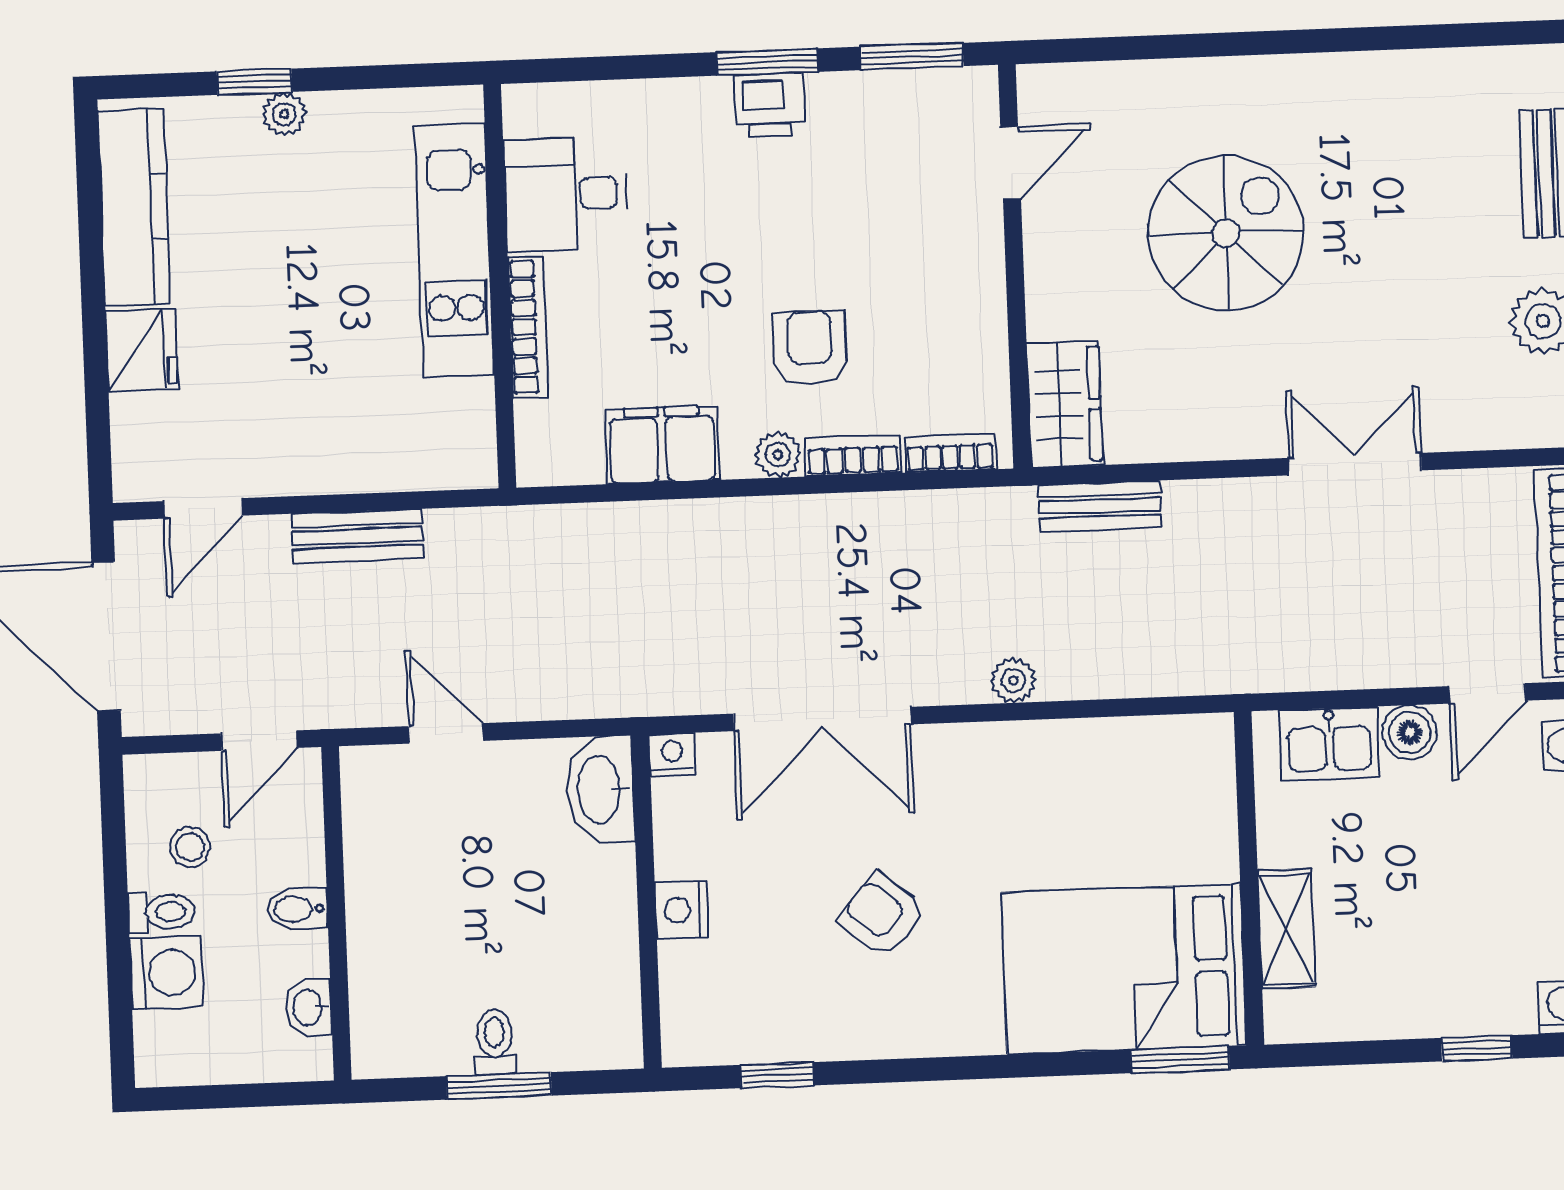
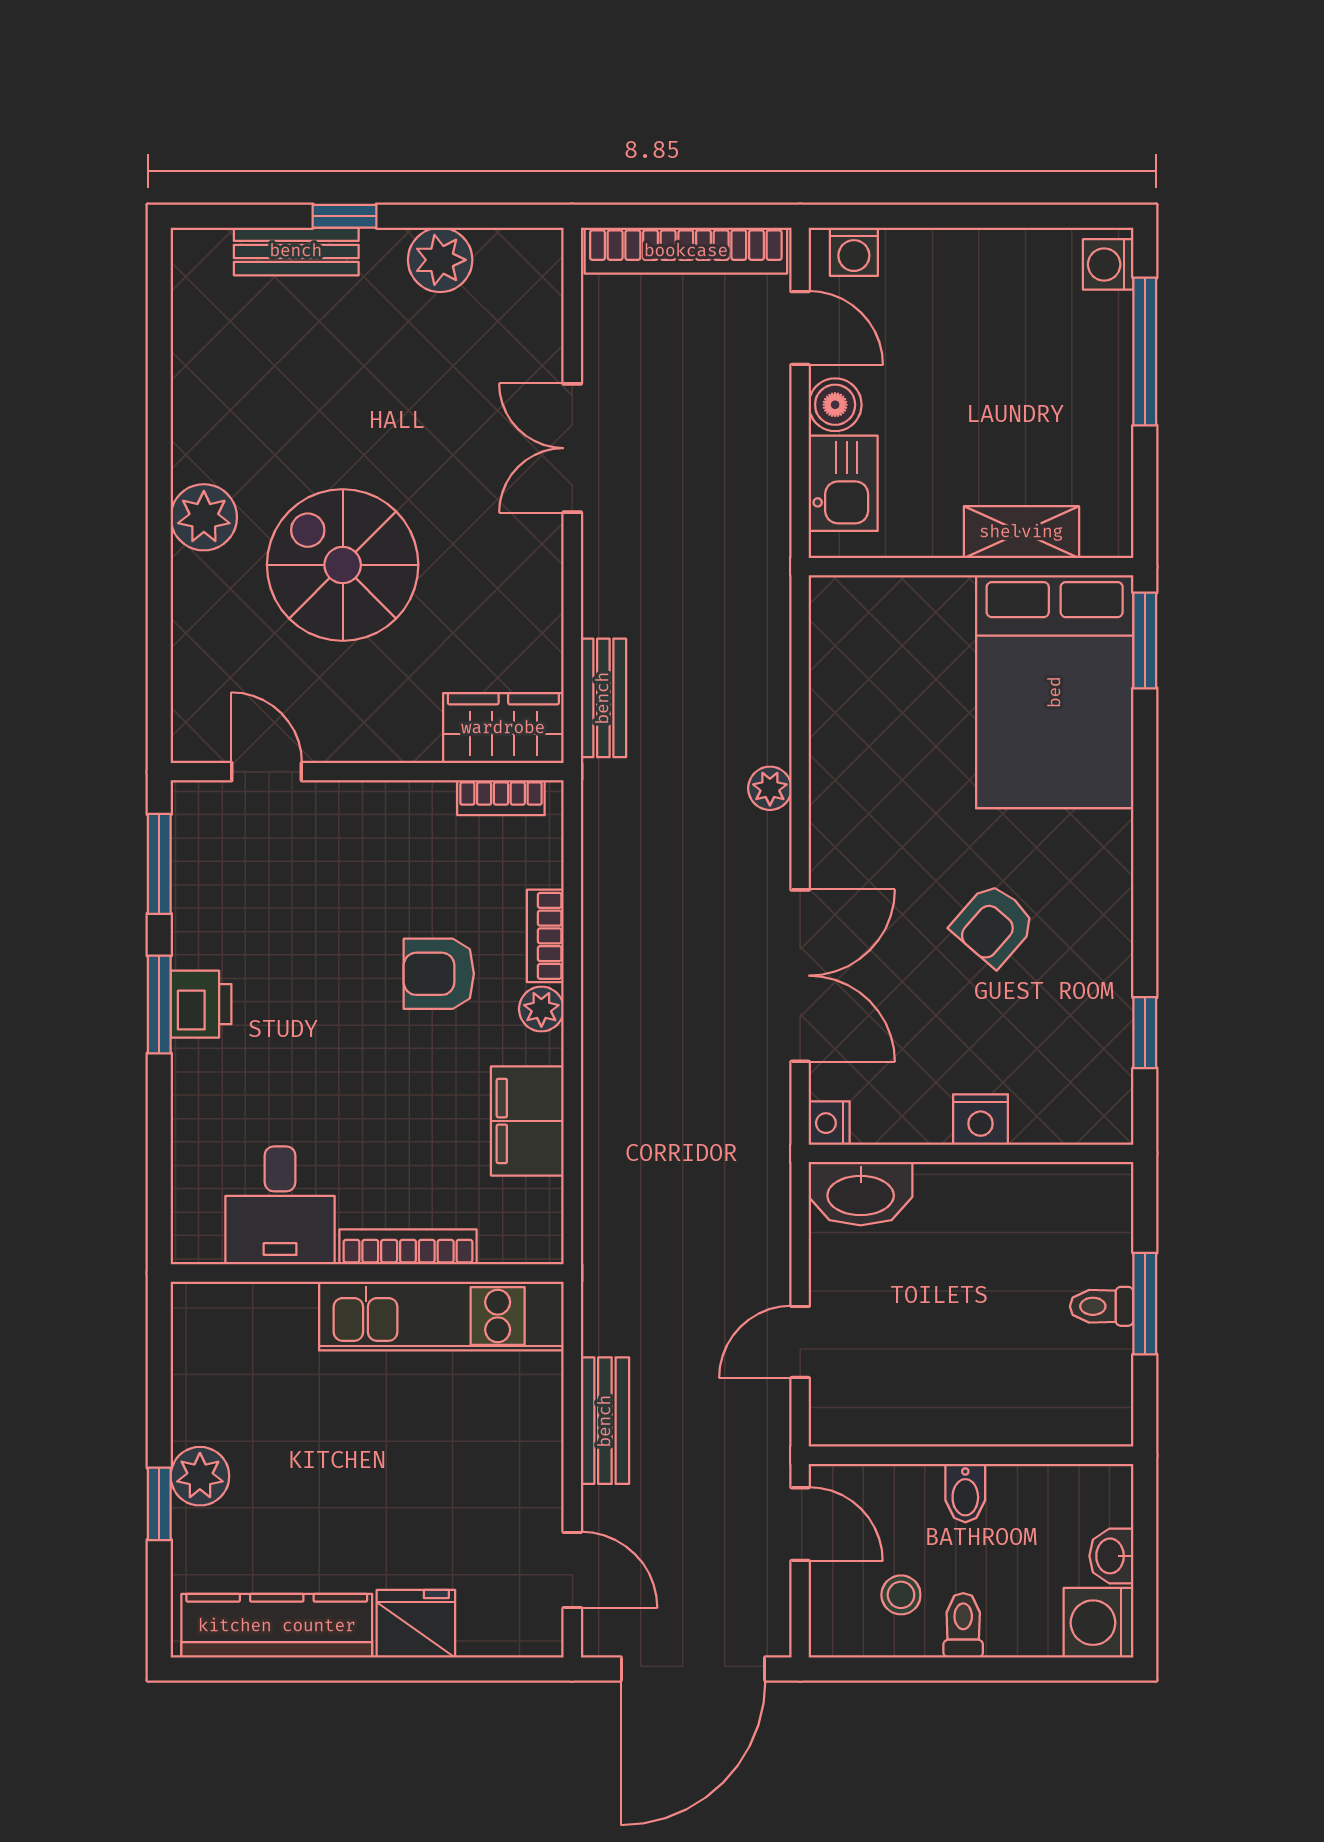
plant: (1269, 89) -> (204, 517), added
plant: (284, 114) -> (200, 1476), width x1.38, depth x1.38
kitchen unit: (454, 250) -> (441, 1316), moved
bookcase: (950, 453) -> (501, 798), moved, turned -90
washing machine: (167, 973) -> (1099, 1623), moved, turned -90
washbasin: (309, 1008) -> (1111, 1556), moved, turned 90
window: (1477, 1048) -> (1145, 352), width x2.17

